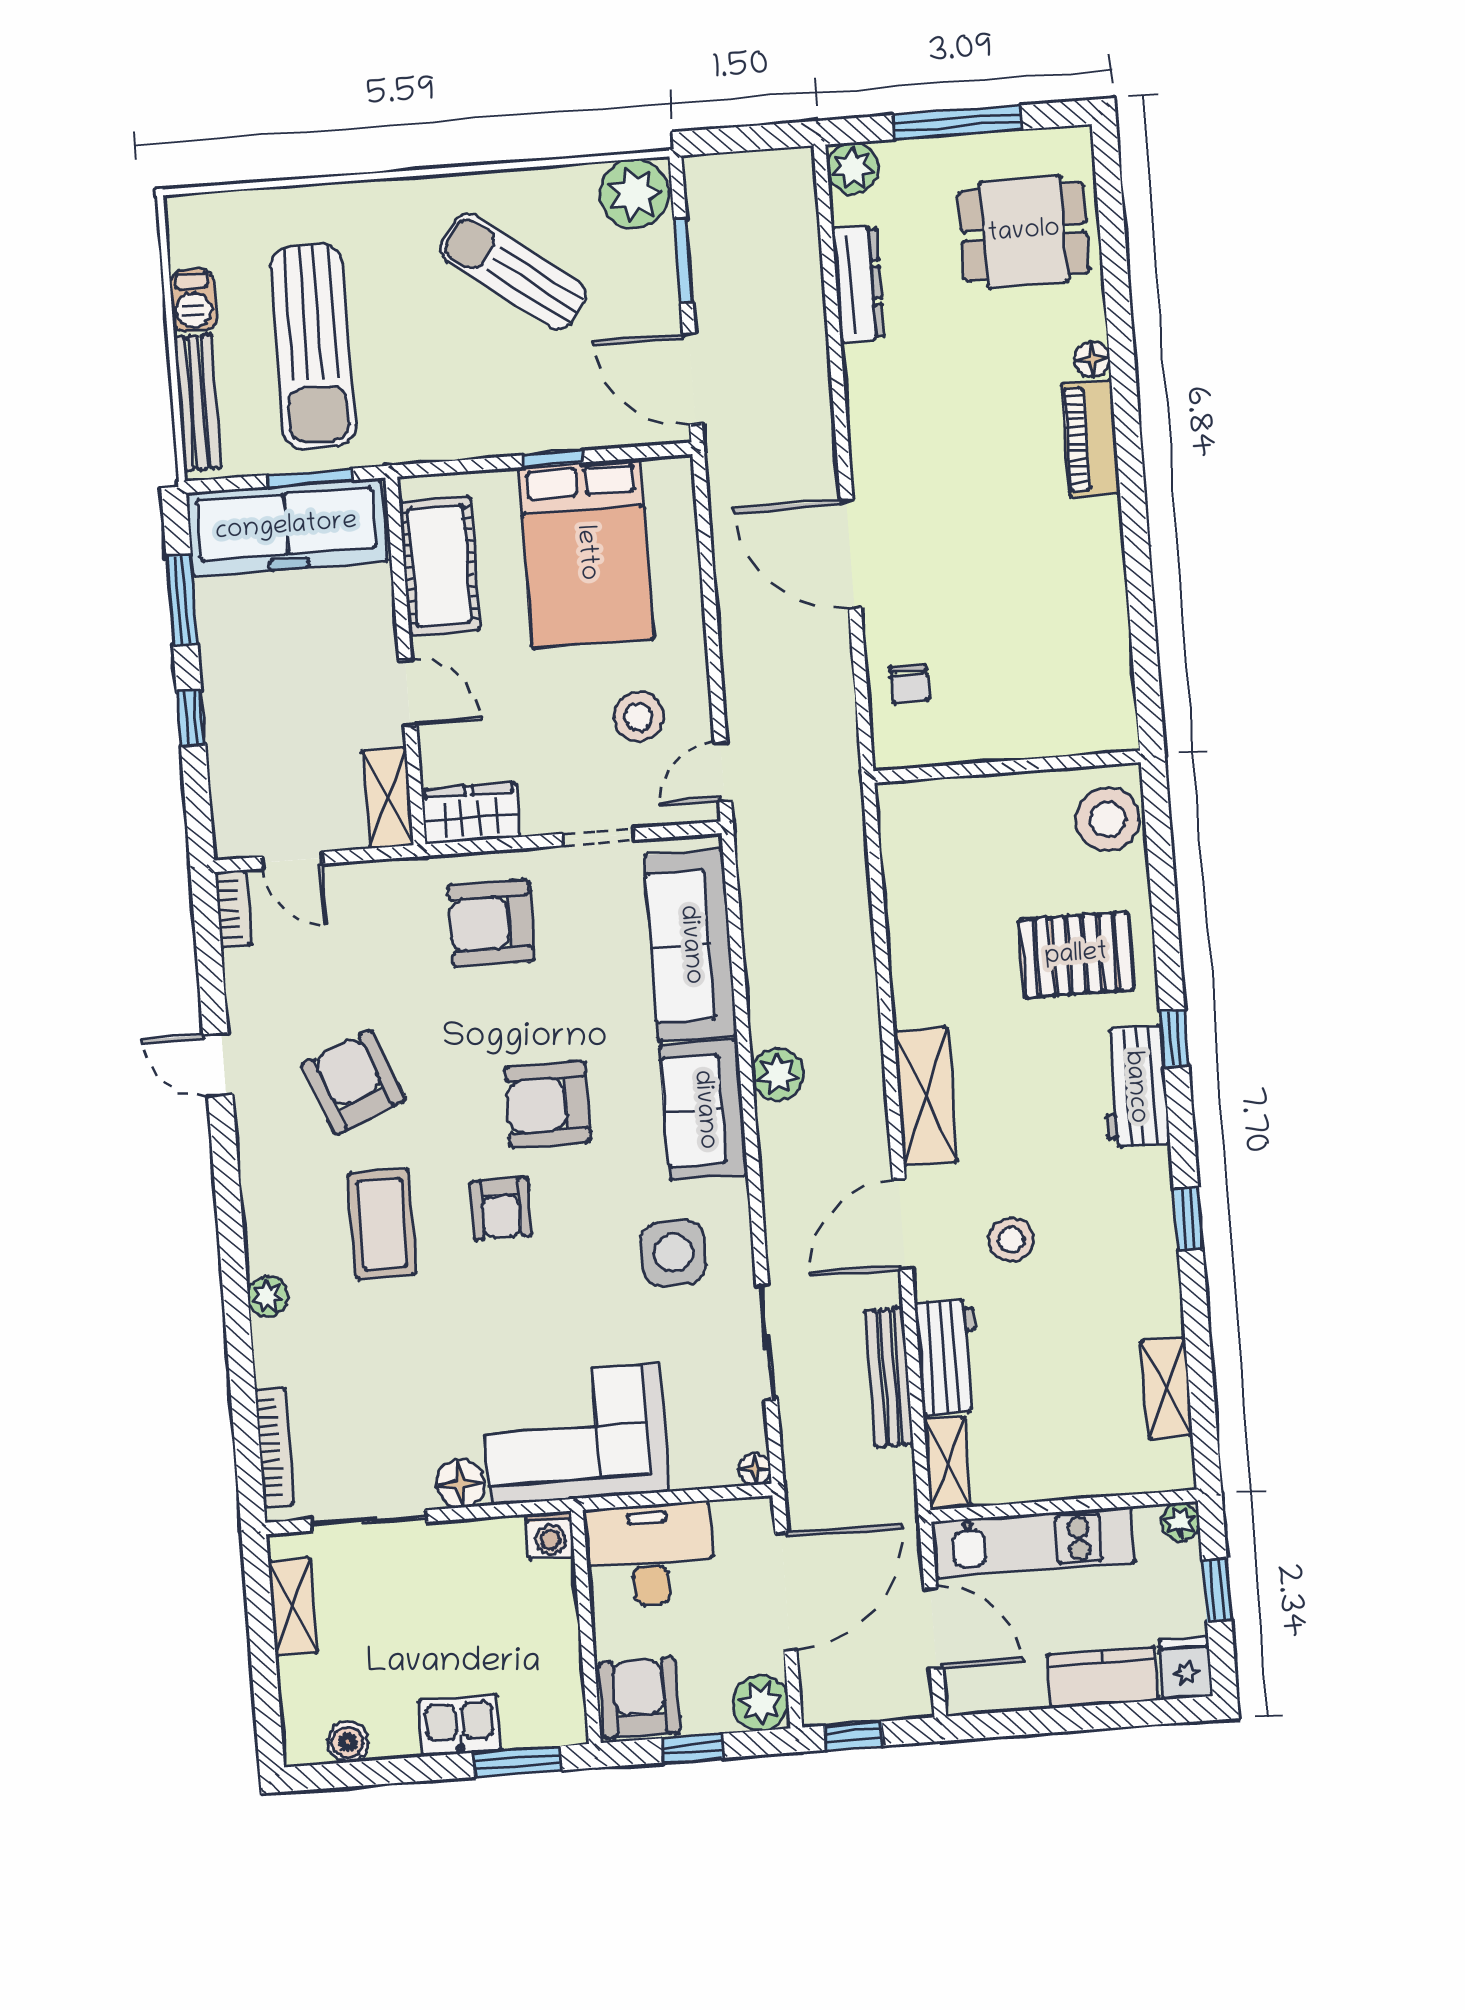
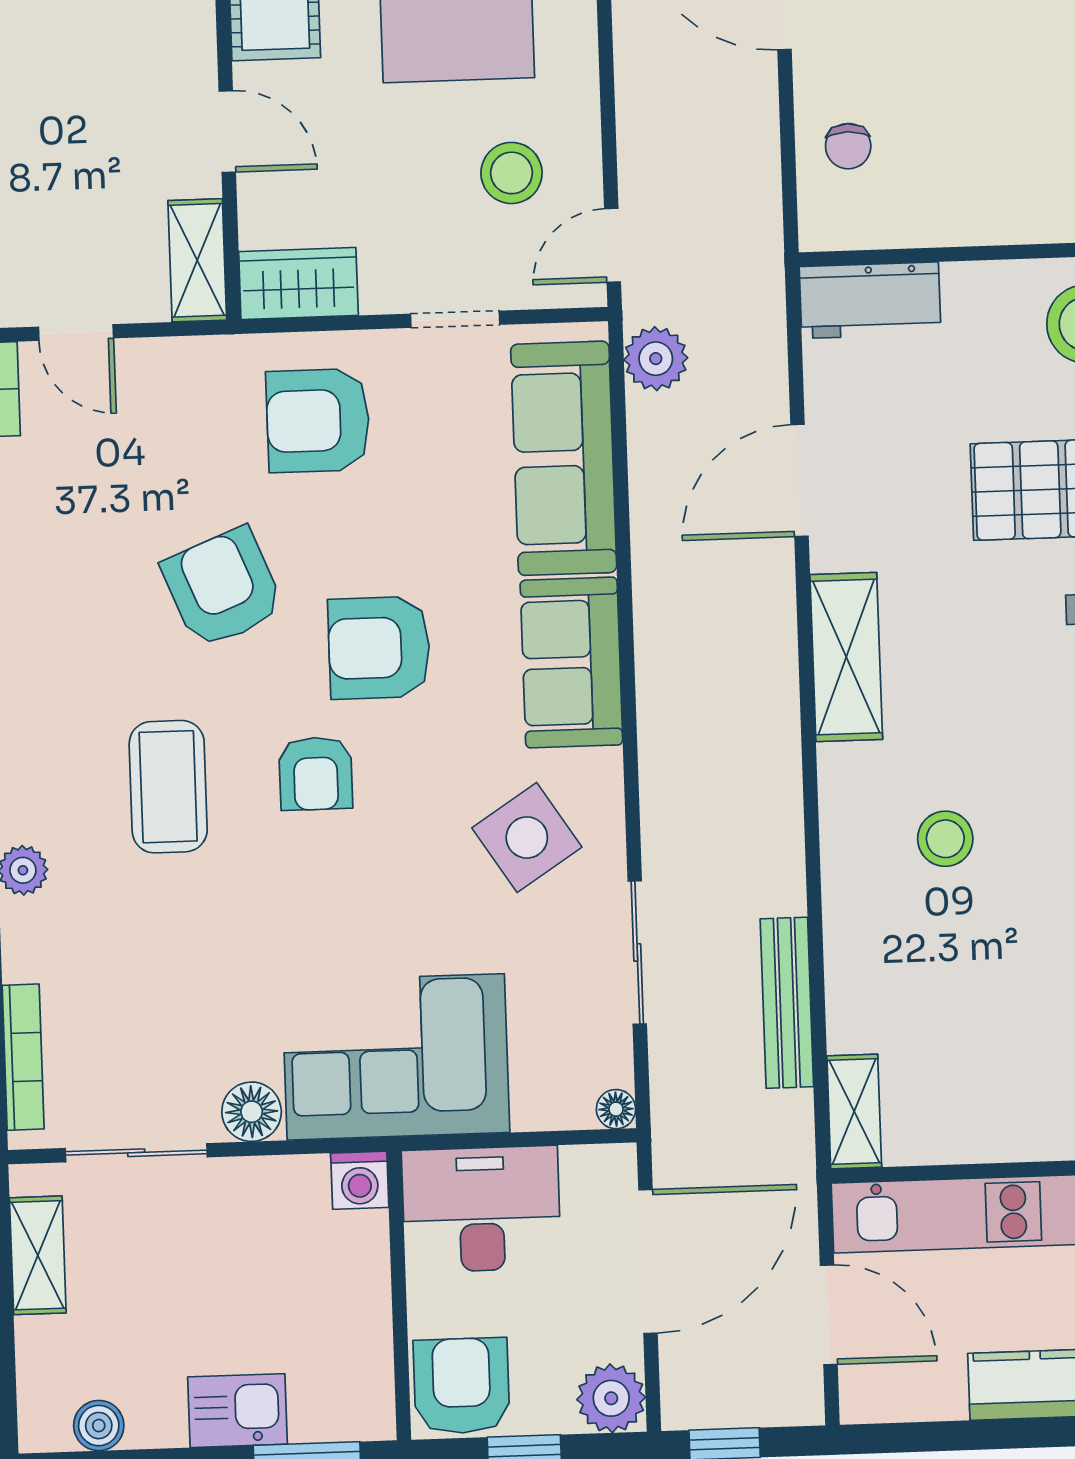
plant: (778, 1074) -> (656, 359), moved
armchair: (353, 1082) -> (223, 588), moved
door: (902, 1224) -> (800, 480), moved
side table: (674, 1253) -> (527, 837), turned -33
workbench: (948, 1357) -> (870, 300), moved, turned 90

